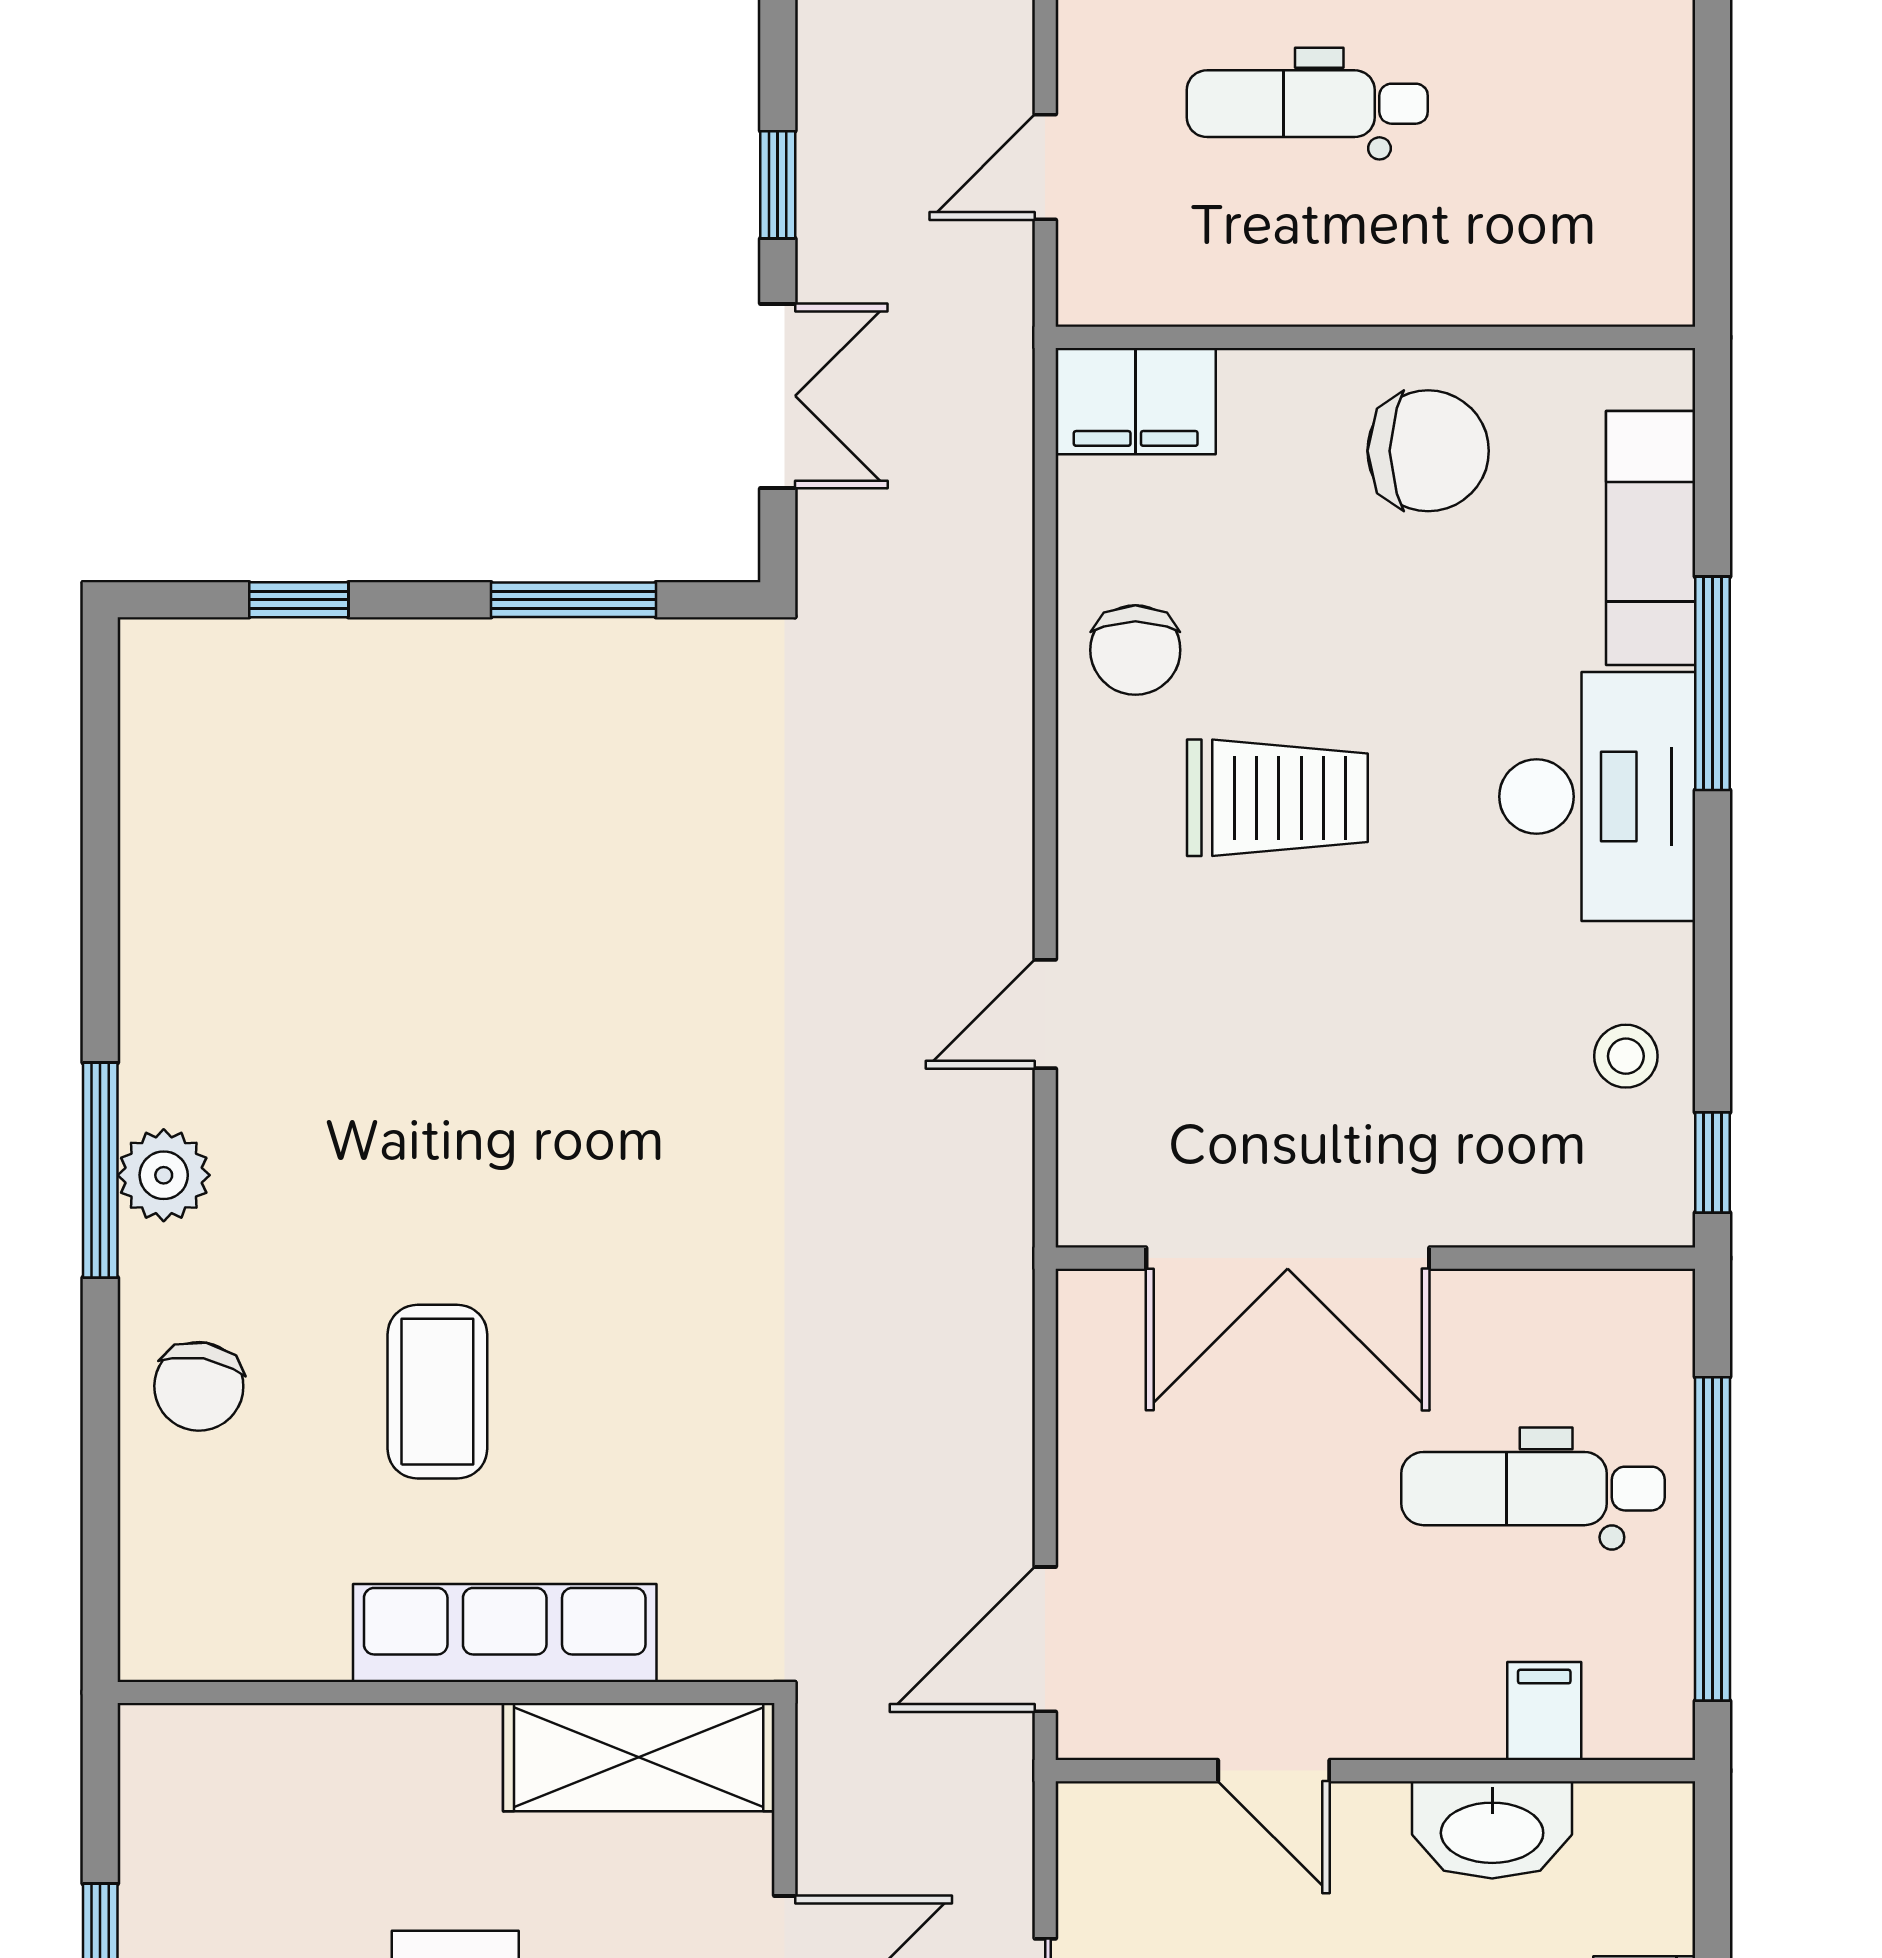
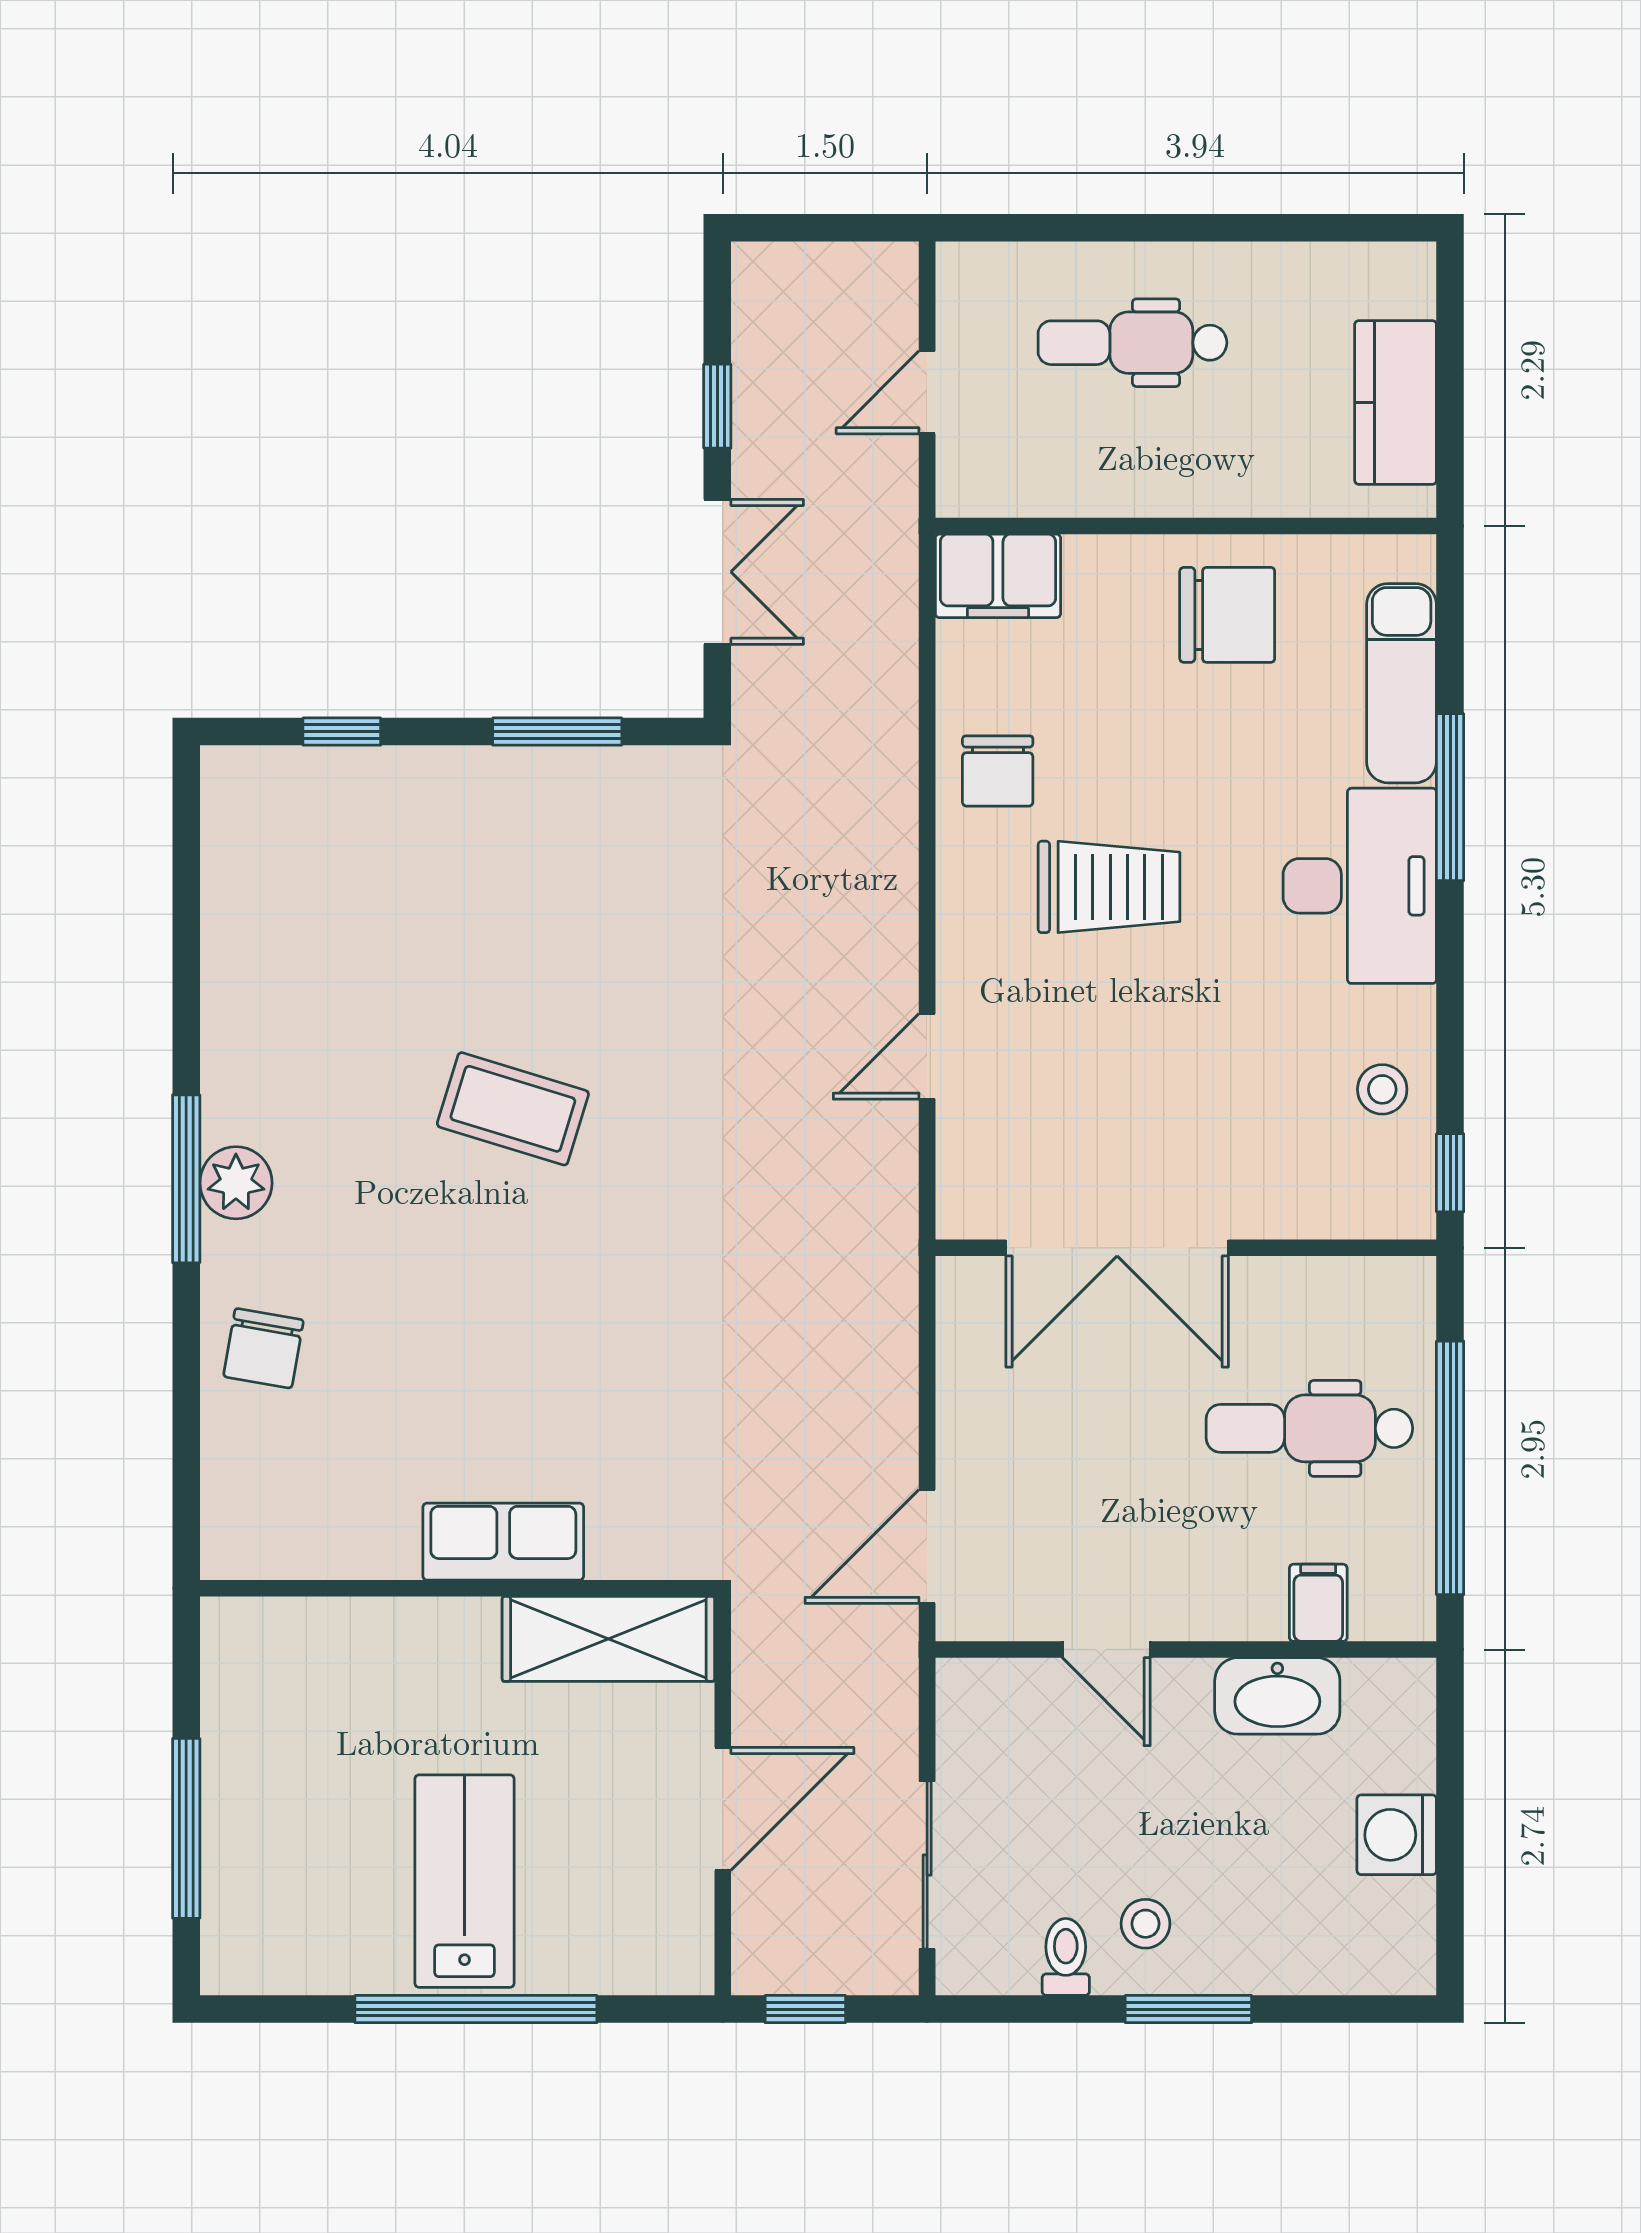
kitchen counter: (1643, 180) -> (1396, 402), added
coffee table: (437, 1392) -> (513, 1109), moved, turned -73
row of seats: (505, 1633) -> (503, 1542), width x0.68

